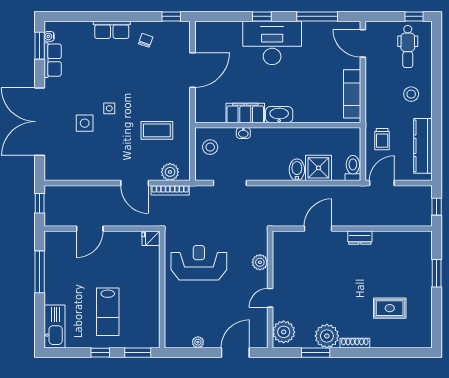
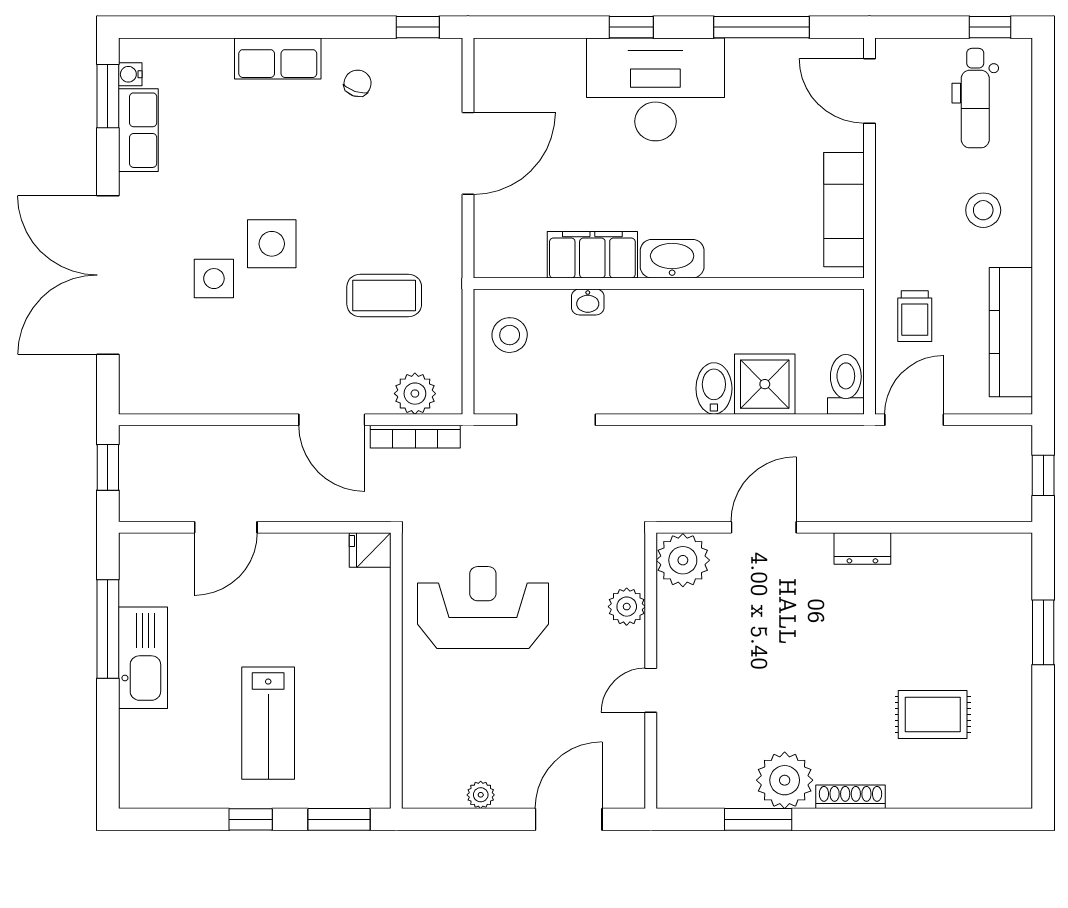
side table: (109, 108) -> (272, 244), width x1.87, depth x1.87
kitchen sink: (55, 326) -> (143, 658), moved
plant: (284, 332) -> (683, 560), moved

